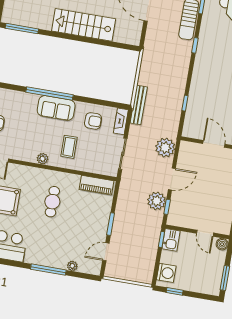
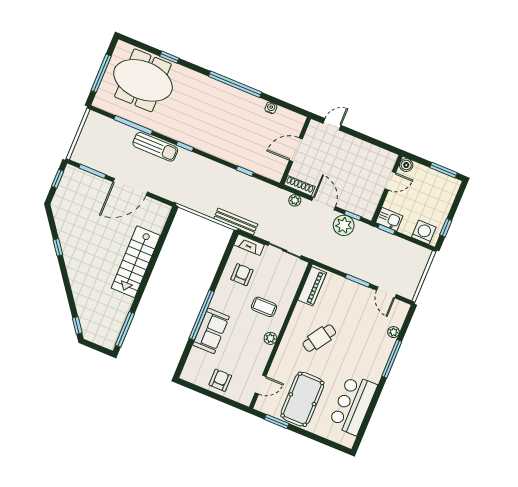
sofa: (56, 108) -> (211, 331), moved
plant: (165, 148) -> (295, 200), width x0.53, depth x0.53
shoe rack: (183, 154) -> (299, 186), added
cafe table: (52, 202) -> (319, 338), turned -57

